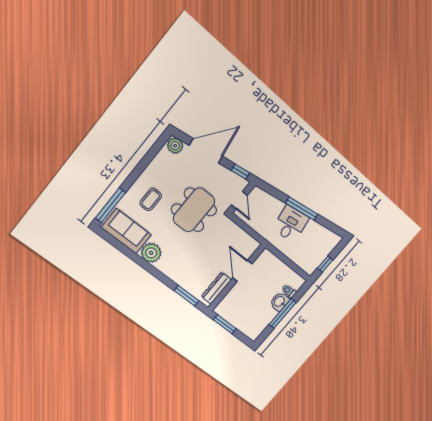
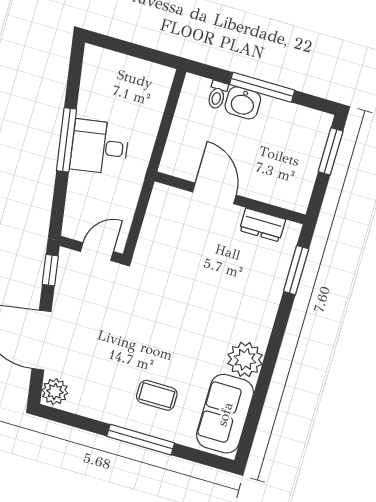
window: (110, 205) -> (141, 440), moved
dining table: (194, 210) -> (144, 319), removed
window: (325, 264) -> (144, 53), removed
door: (242, 271) -> (214, 193), swing flipped
dresser: (216, 288) -> (262, 225), width x0.70
window: (225, 324) -> (331, 151), moved

